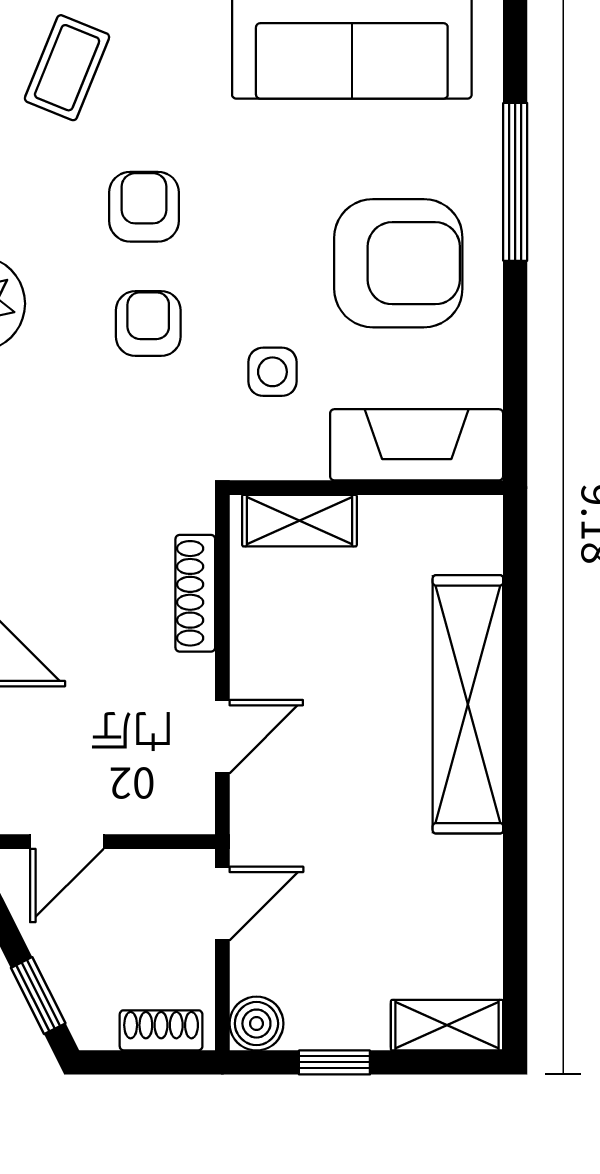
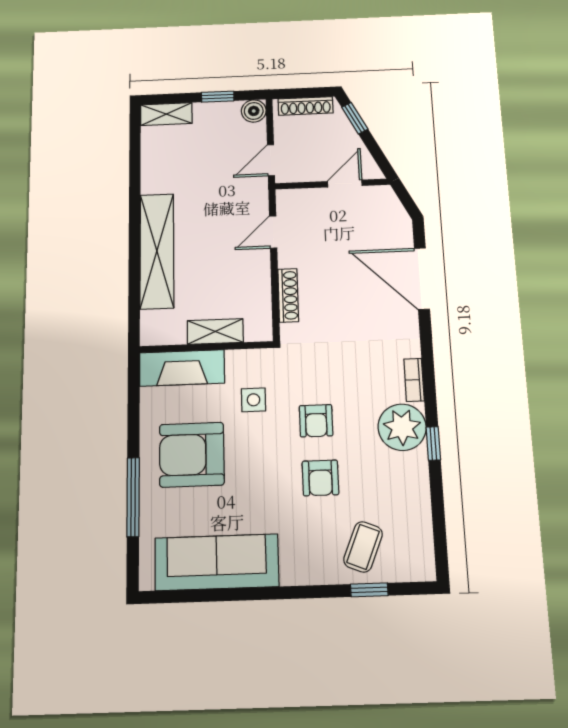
shelving: (299, 521) -> (215, 331), moved
shoe rack: (161, 1030) -> (306, 106), width x1.43

